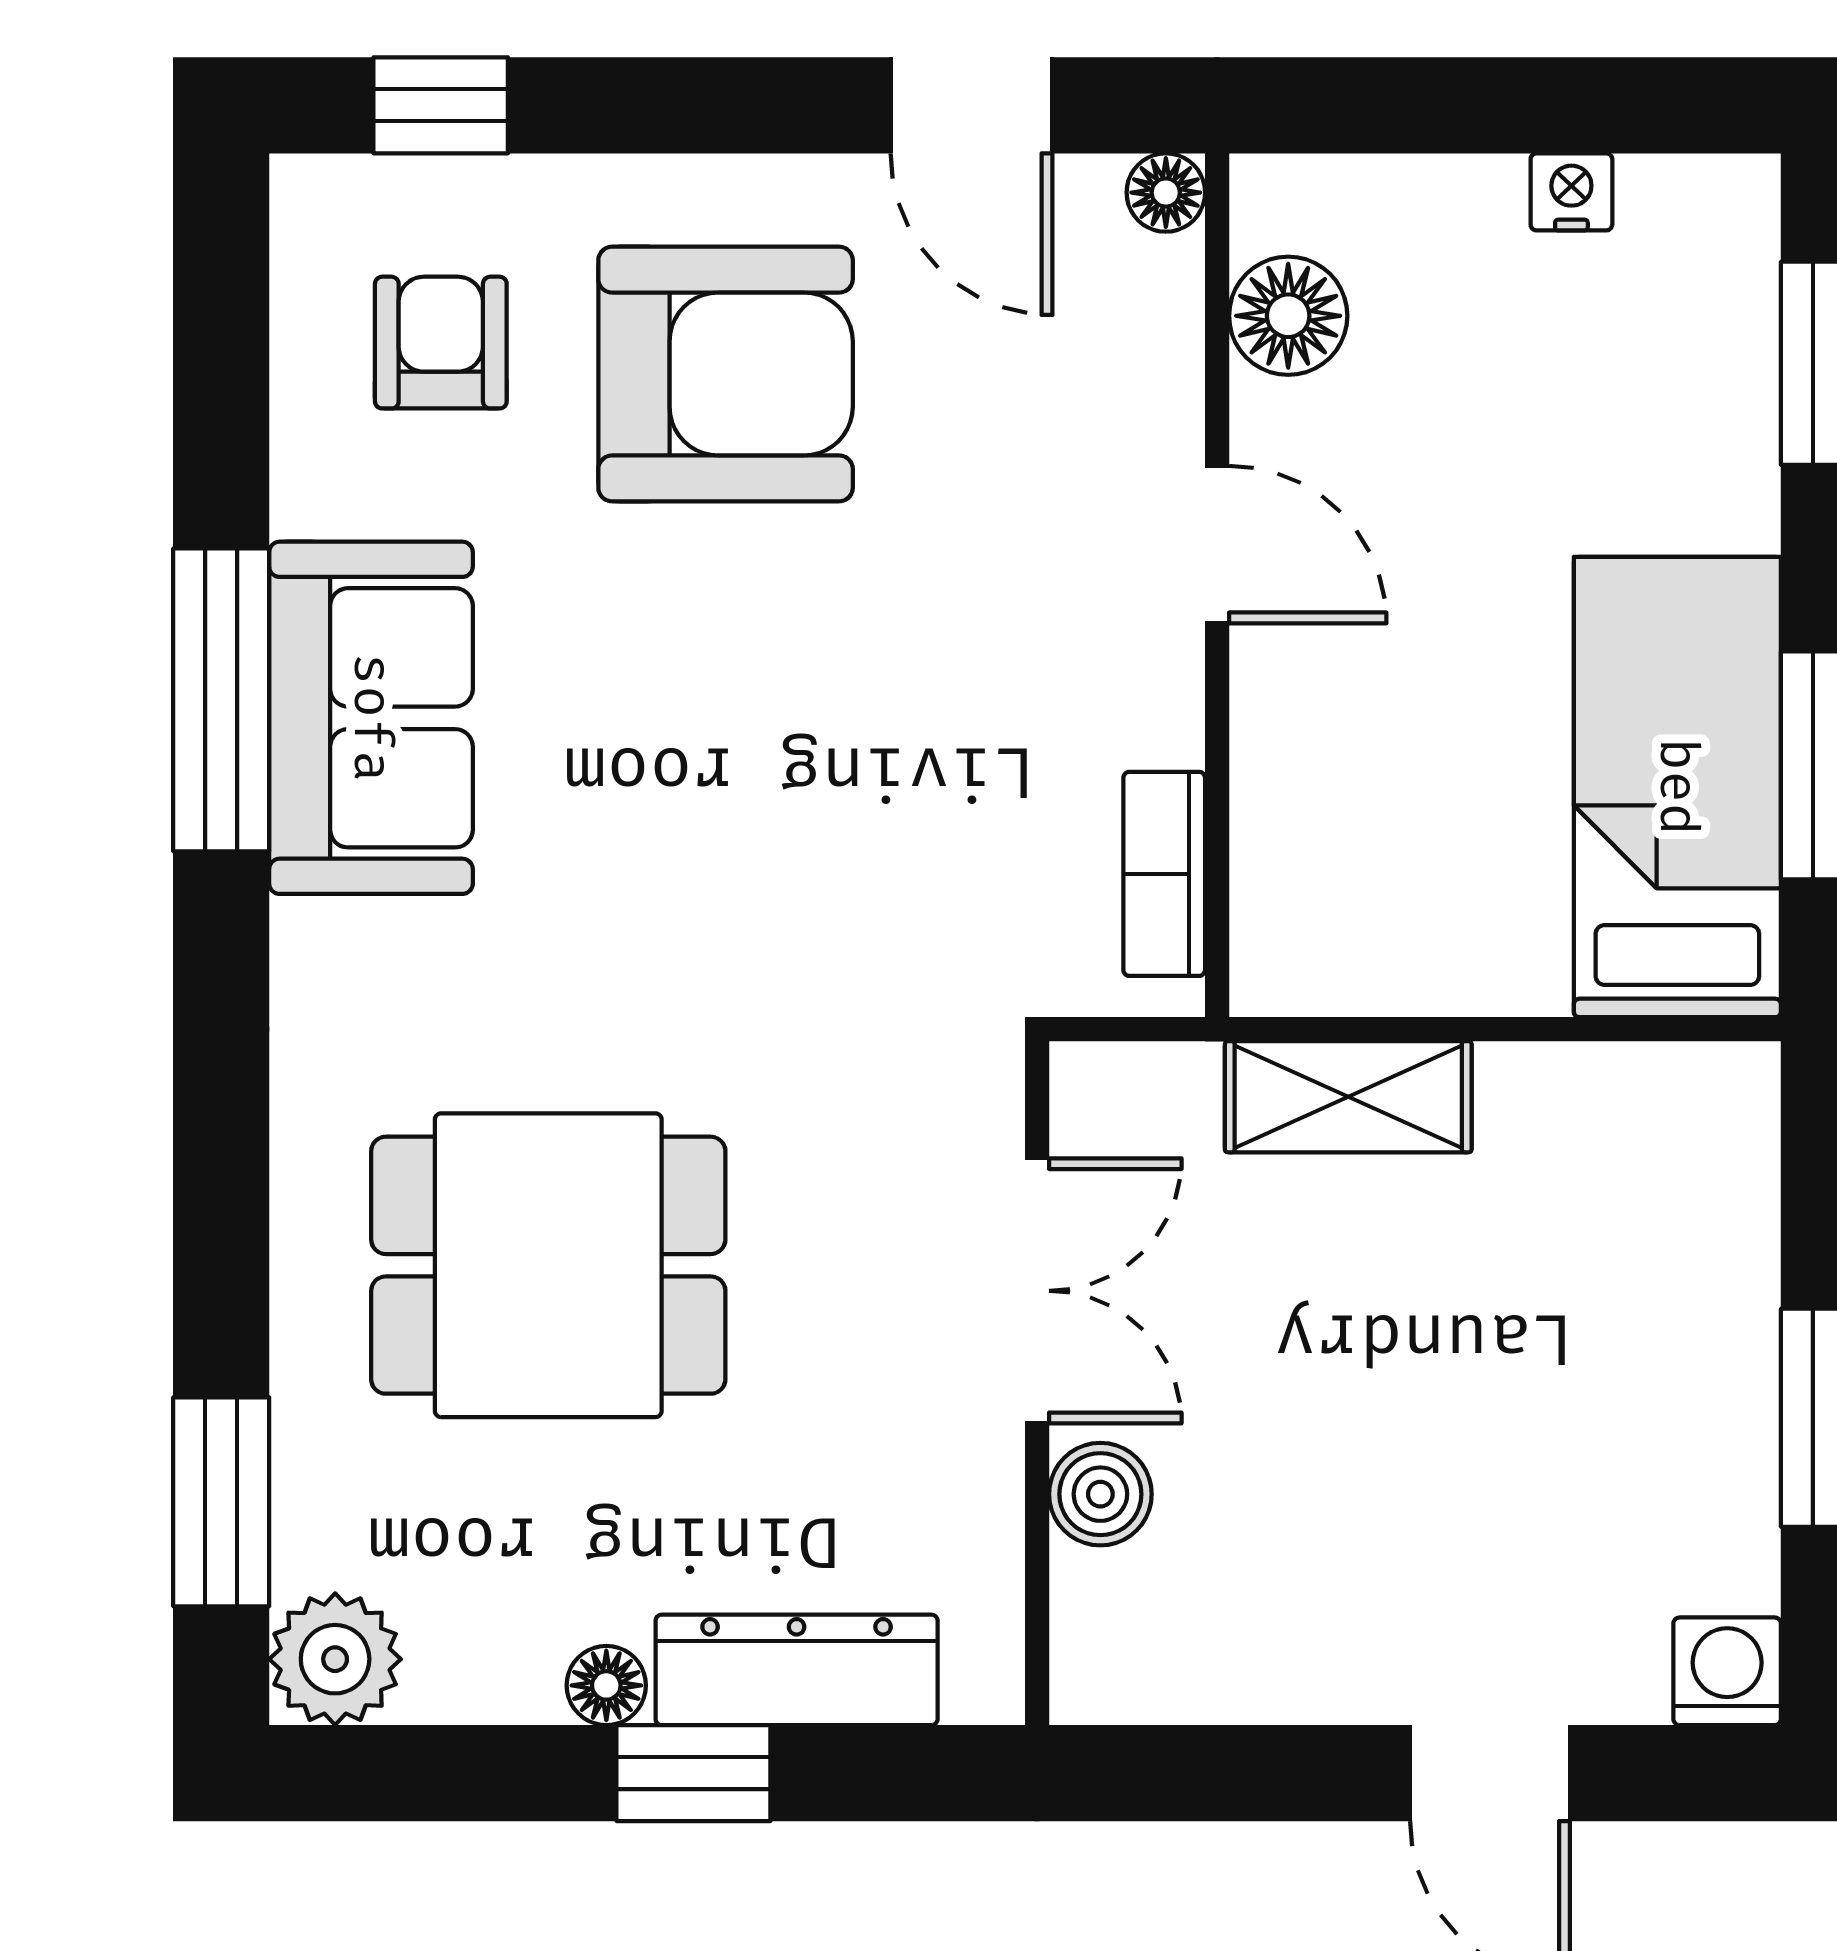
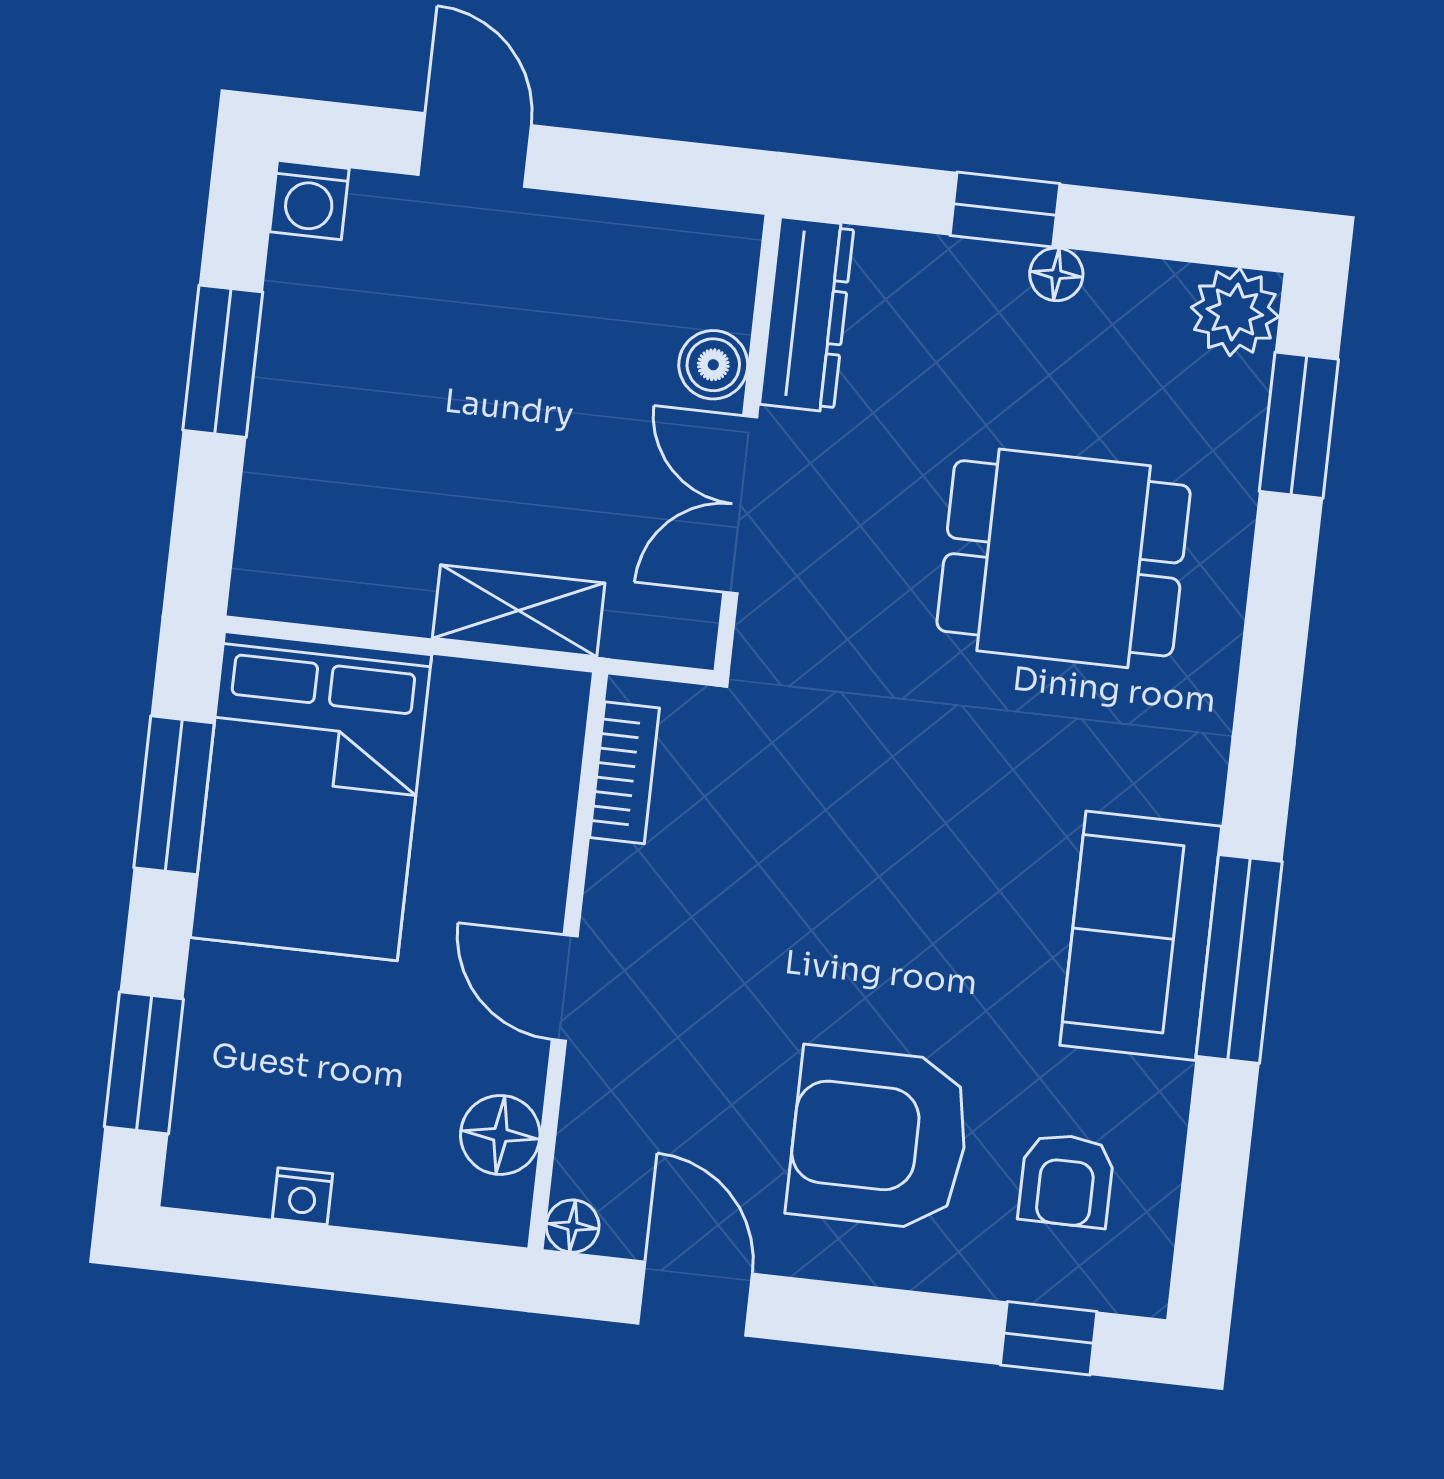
bed: (1677, 787) -> (311, 796), width x1.50
dresser: (797, 1670) -> (807, 315), moved, turned -90

